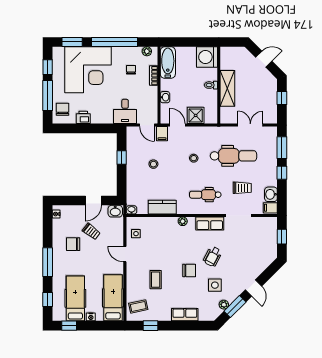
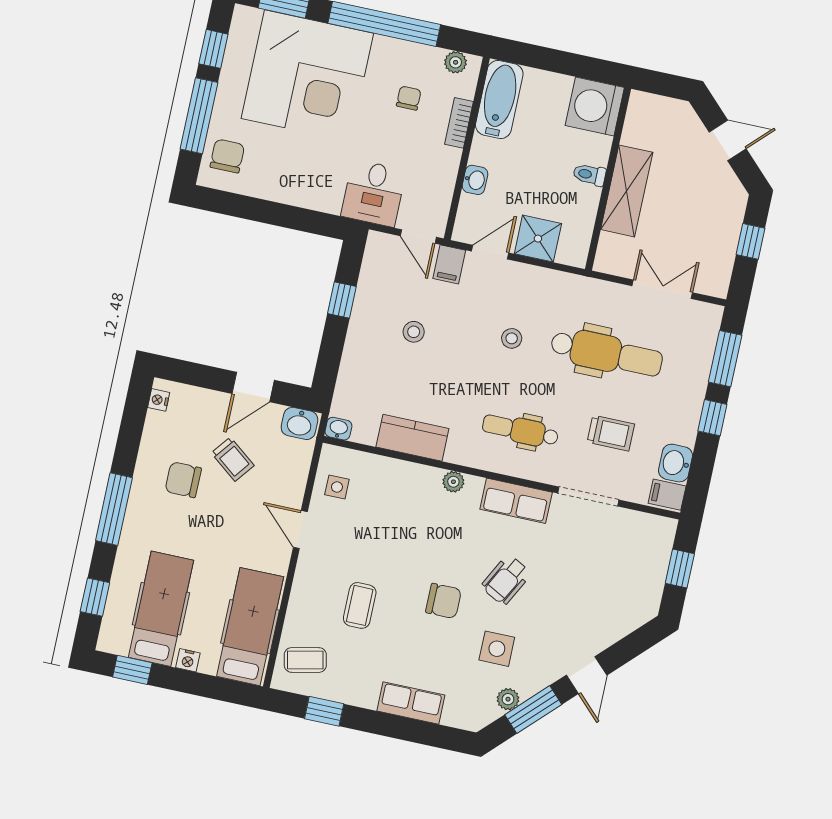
printer: (83, 117) -> (272, 186), removed
door: (177, 125) -> (490, 252), hinge flipped

